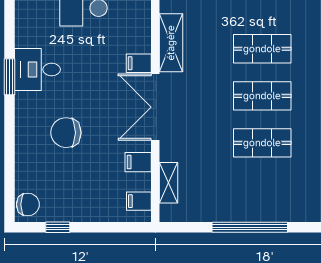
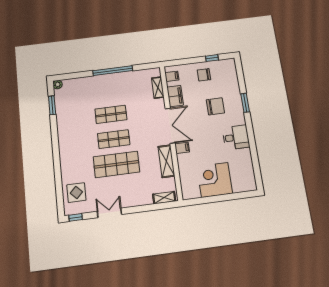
shop shelf: (262, 49) -> (116, 164), width x1.43, depth x1.36
window: (10, 77) -> (245, 103), moved
filing cabinet: (138, 162) -> (175, 96), width x2.00
chair: (28, 204) -> (204, 75), moved

